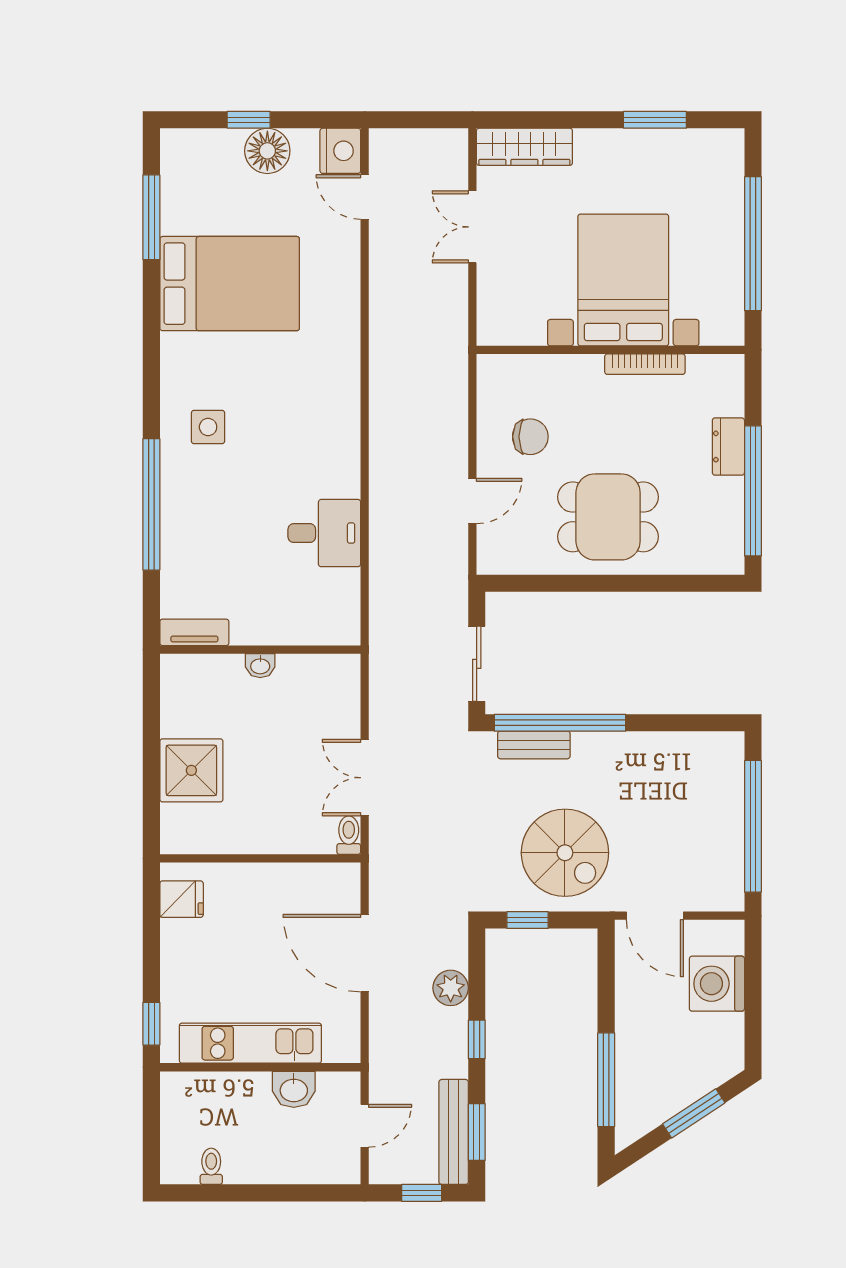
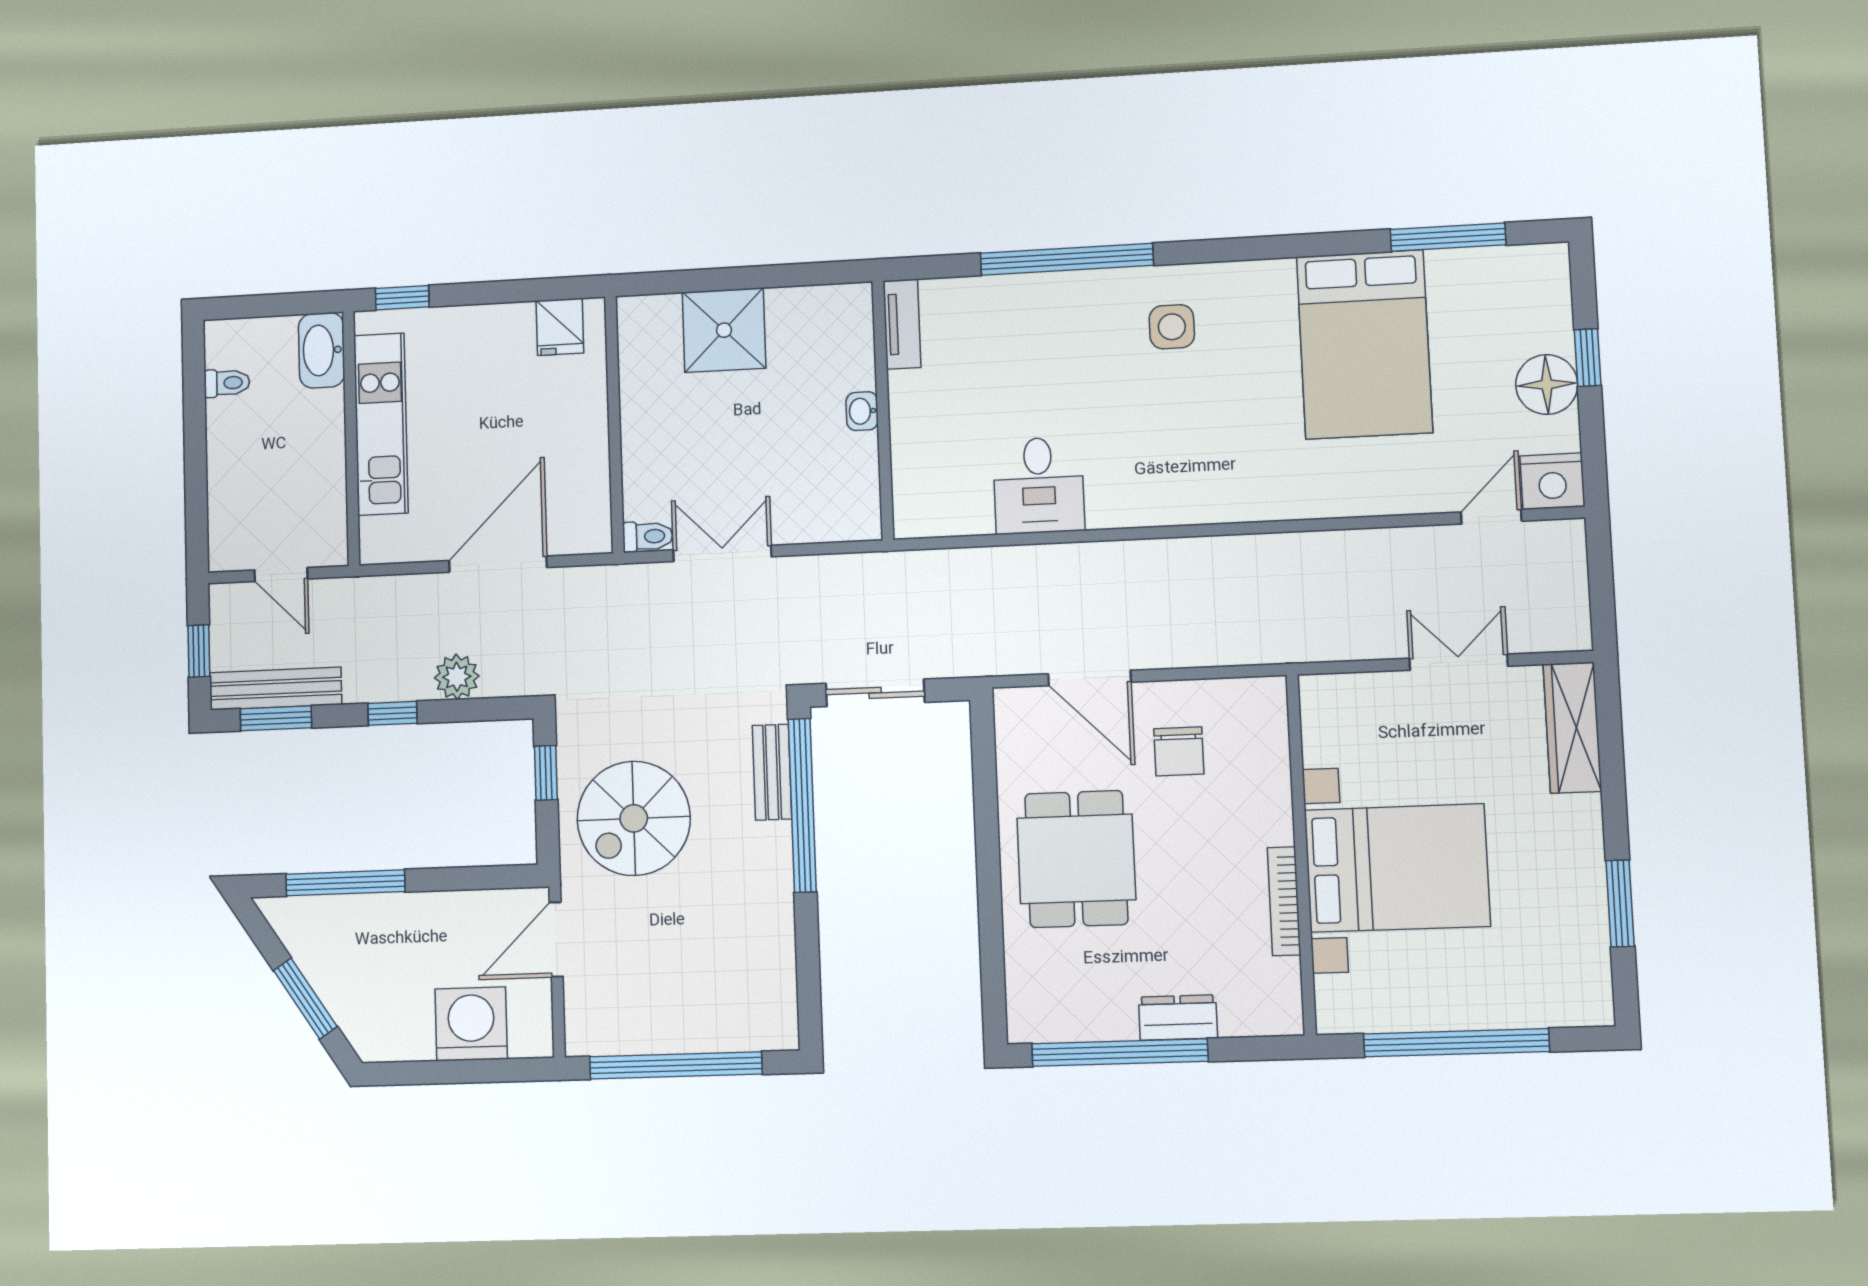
door: (472, 501) -> (1089, 678), width x1.38
washbasin: (294, 1089) -> (322, 350), moved, width x1.38

